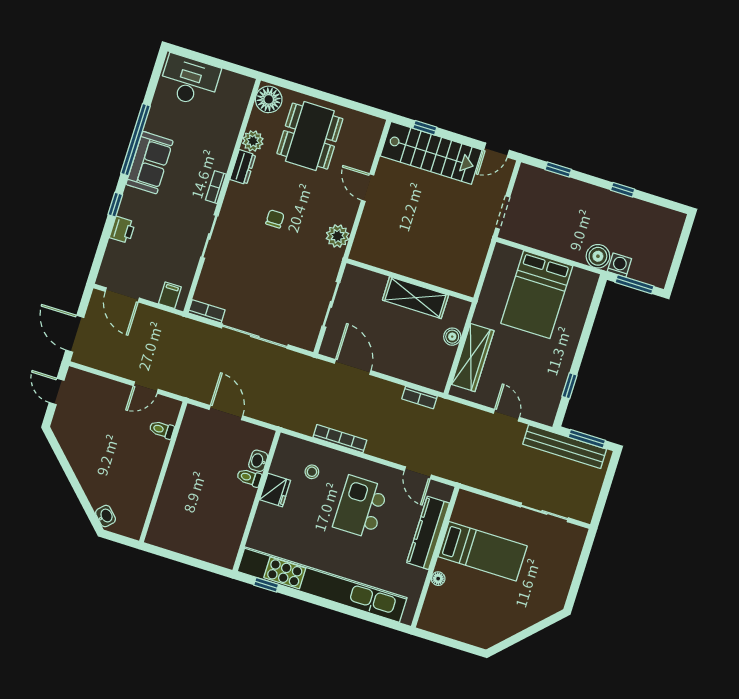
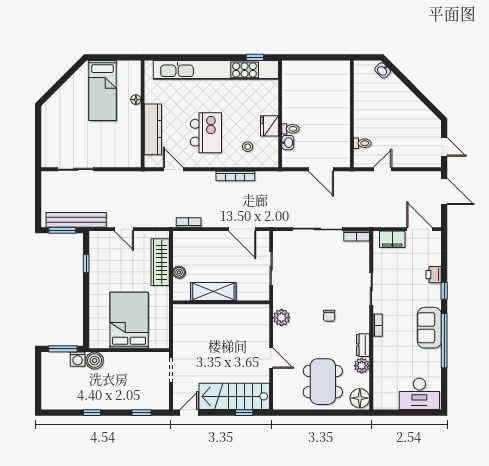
filing cabinet: (170, 295) -> (392, 239), width x2.00
bed: (483, 551) -> (103, 91), moved, turned -90

